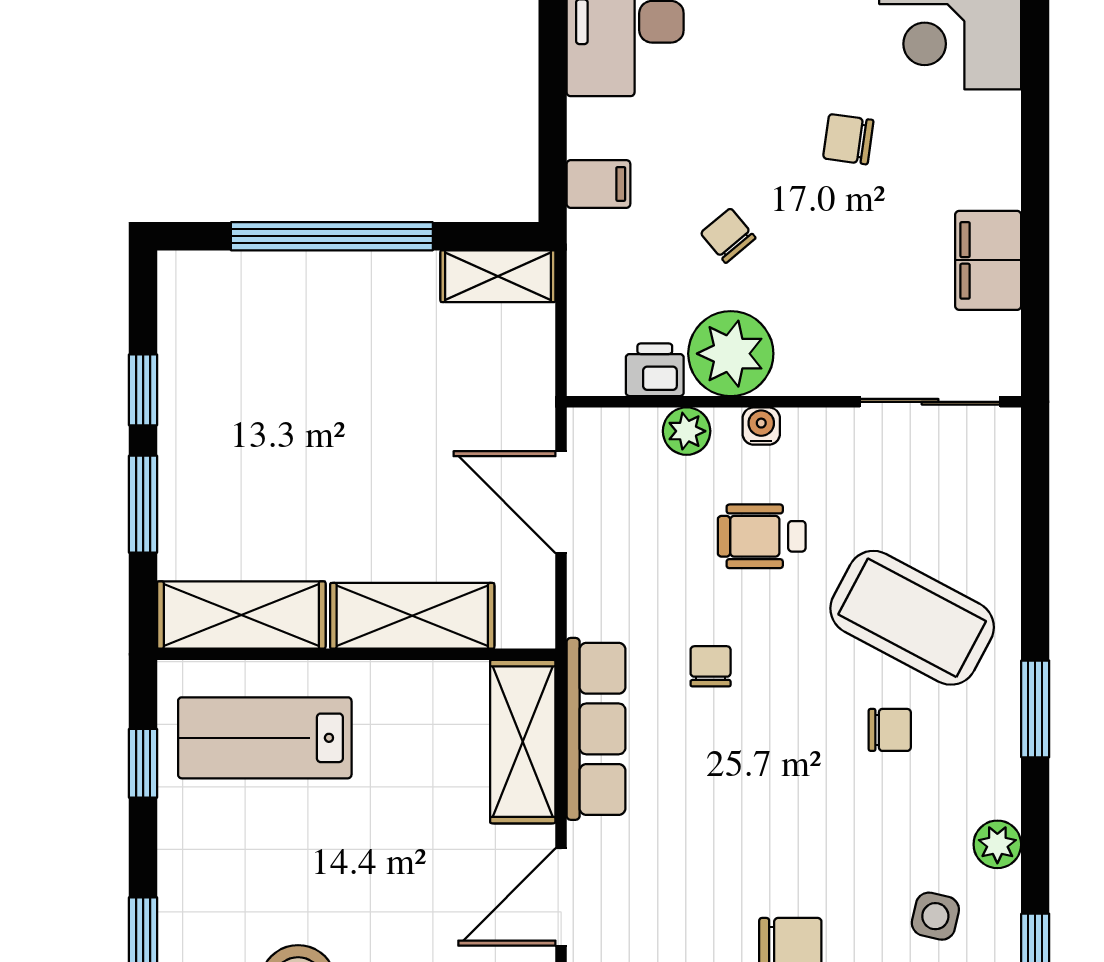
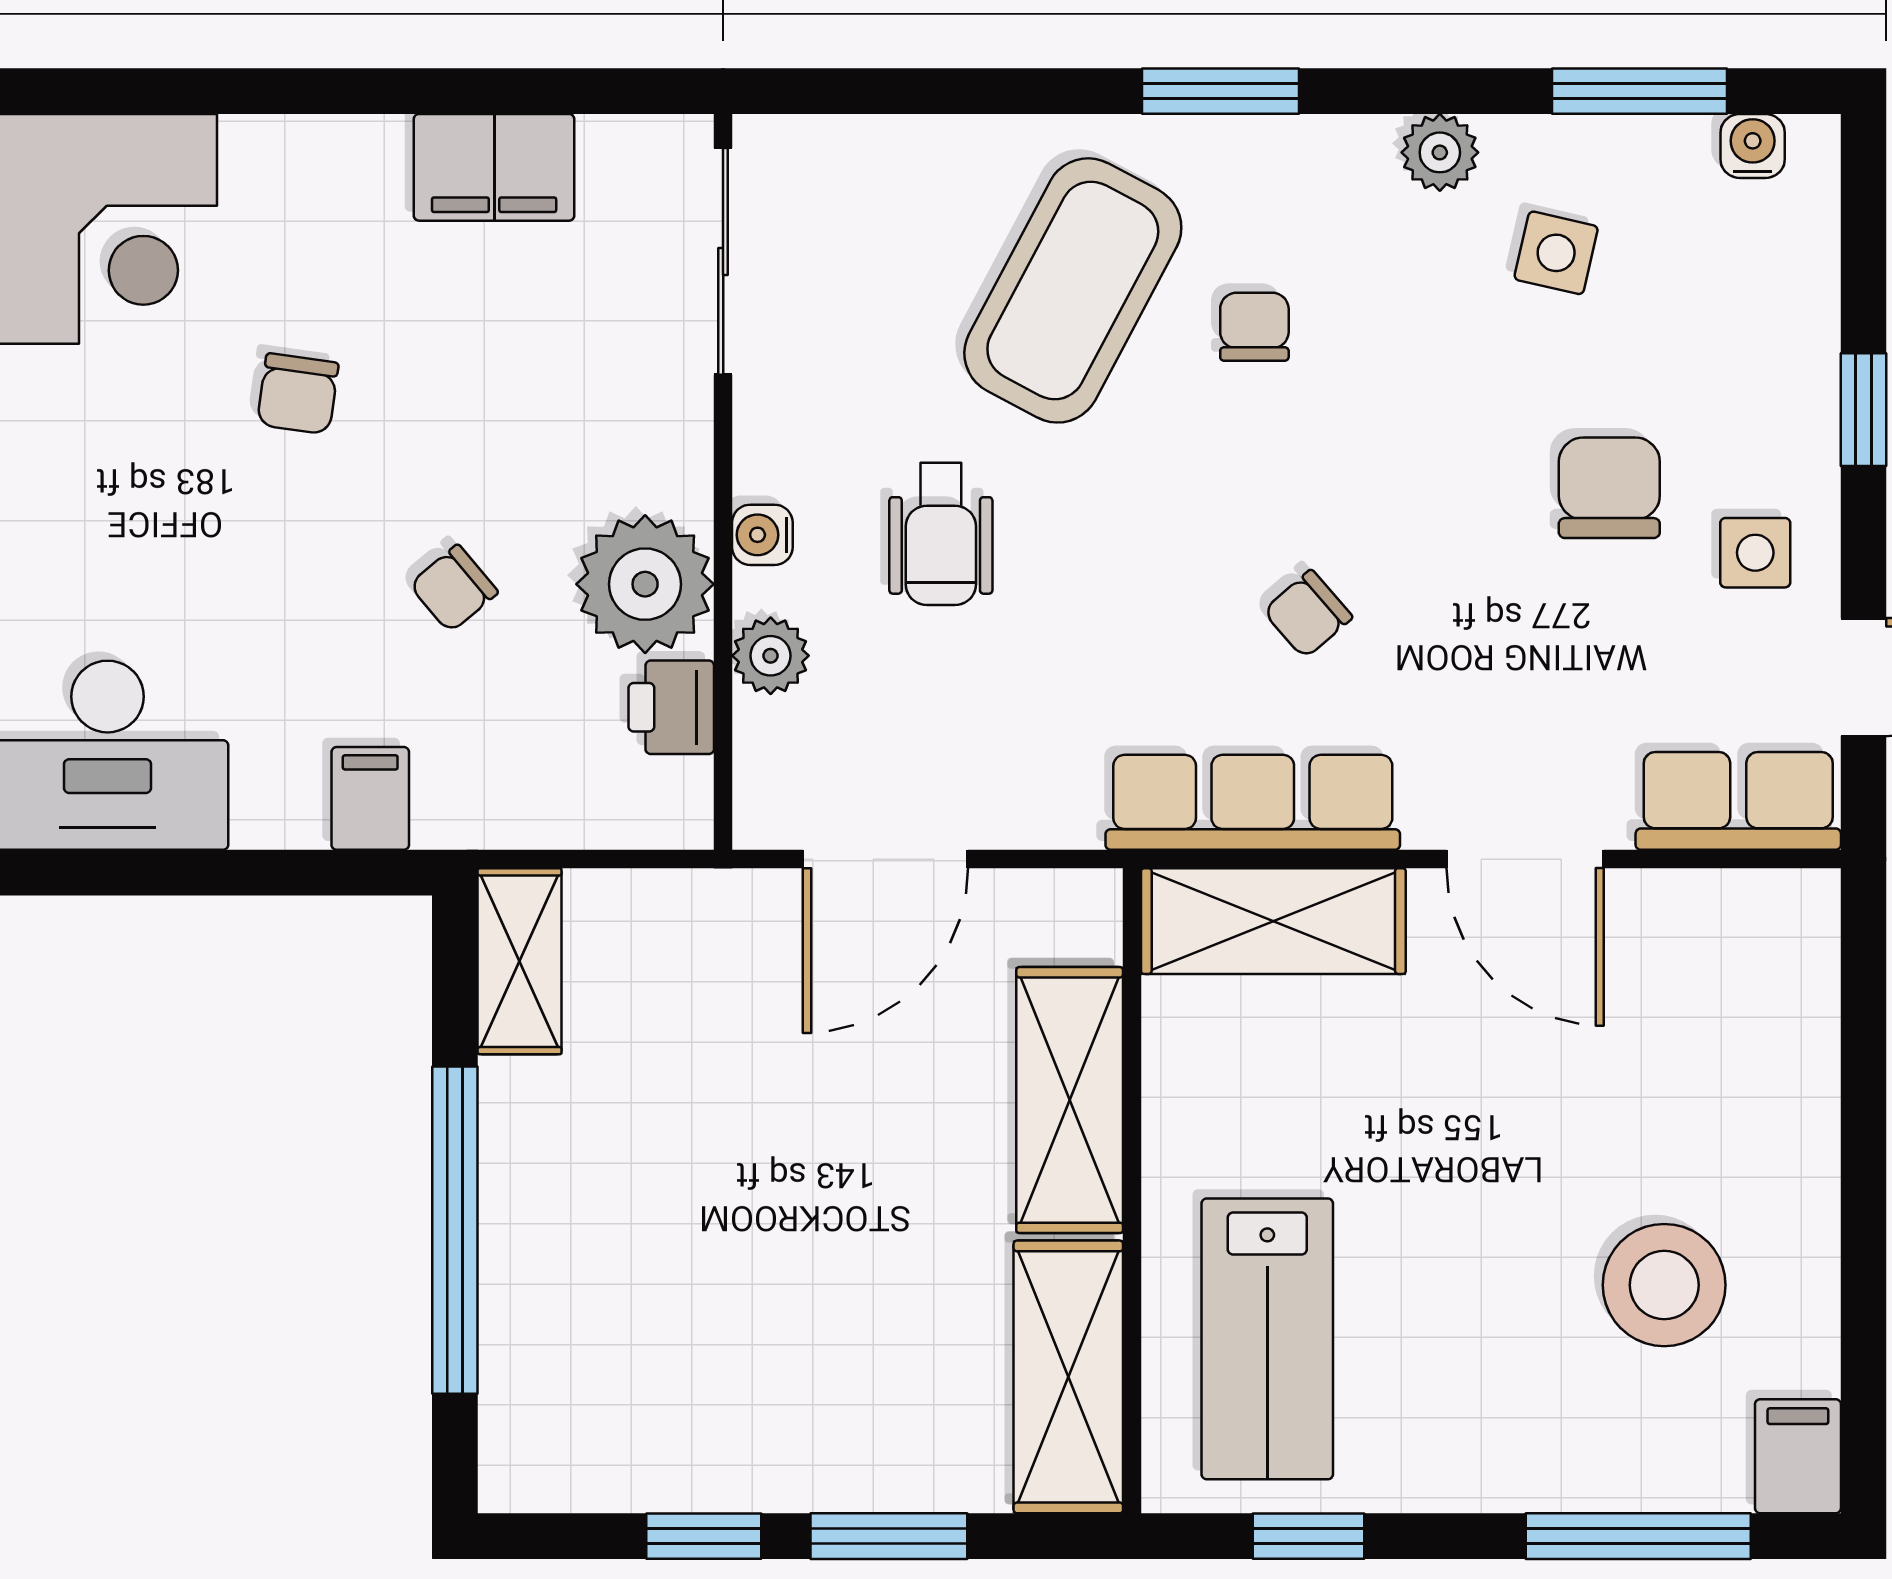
chair: (711, 666) -> (1308, 614), moved, turned -41

